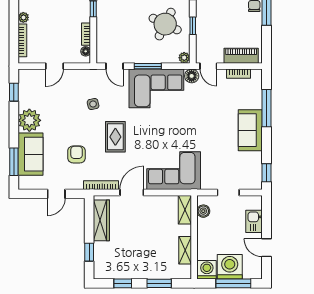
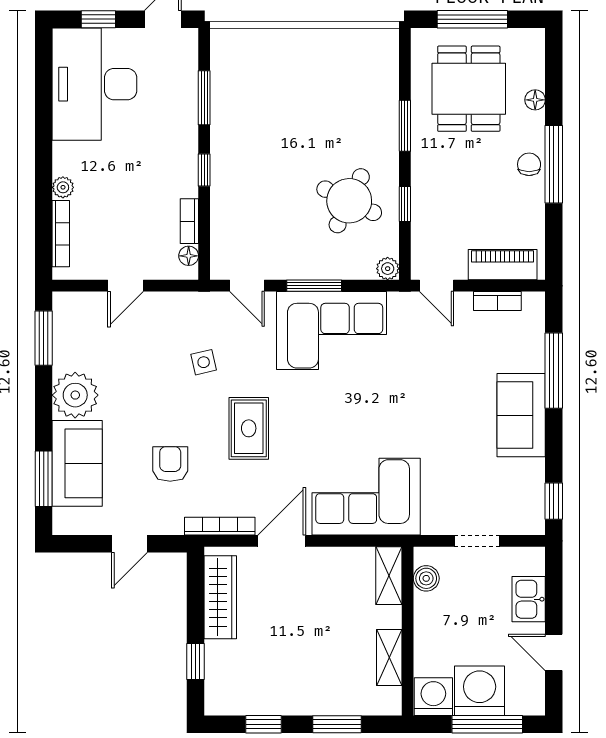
floor lamp: (192, 76) -> (403, 306), removed
window: (14, 92) -> (44, 338), width x1.50

